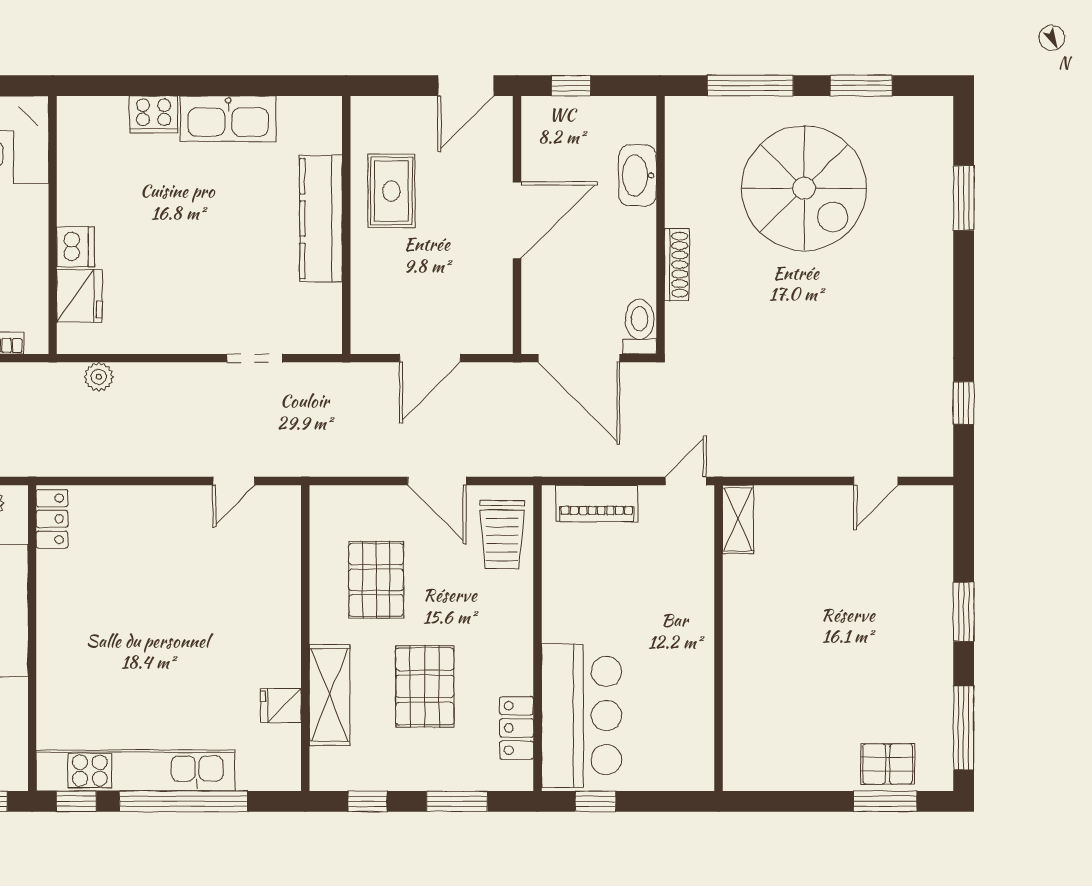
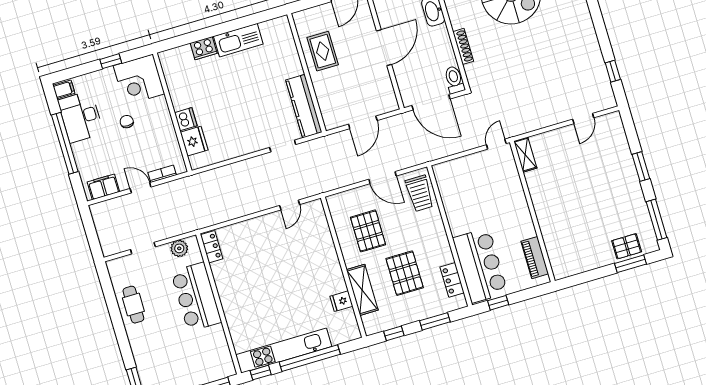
kitchen counter: (321, 219) -> (304, 106), moved
plant: (99, 377) -> (214, 175), removed
piano: (597, 503) -> (535, 258), moved, turned 90

